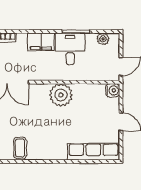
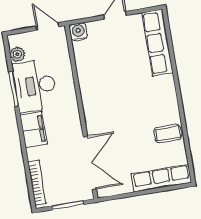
desk: (70, 49) -> (35, 86), width x1.37
plant: (61, 95) -> (95, 94), removed

